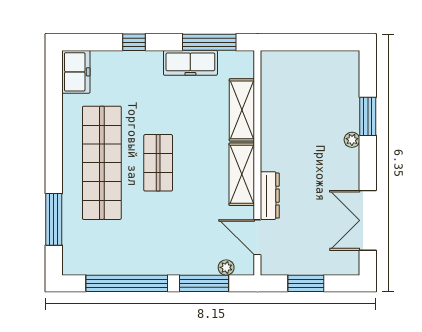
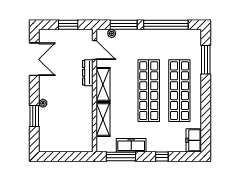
shop shelf: (158, 163) -> (149, 91), width x2.00, depth x1.36

